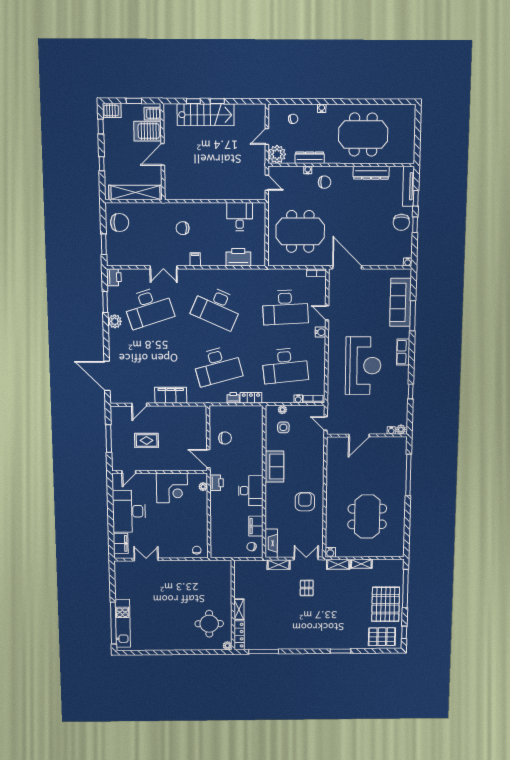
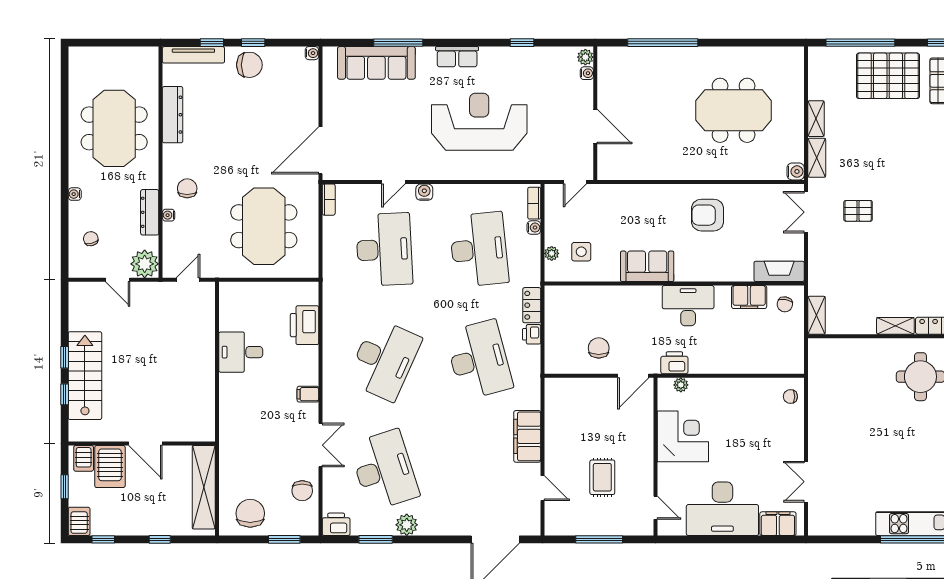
desk: (240, 217) -> (241, 352), moved
chair: (183, 228) -> (302, 491), moved
shelving: (279, 565) -> (817, 315), moved

